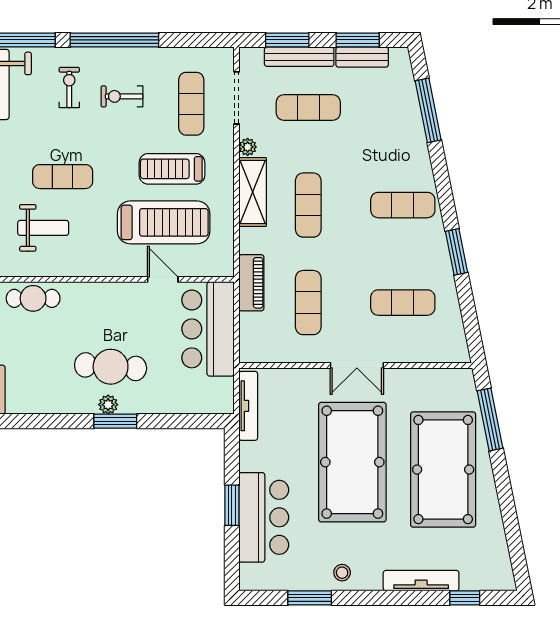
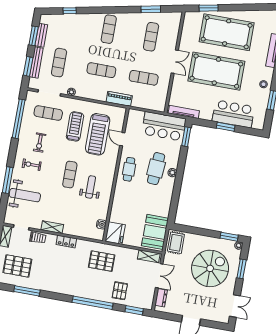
window: (114, 40) -> (19, 119), moved
window: (428, 110) -> (70, 11), width x0.46
treadmill: (172, 169) -> (75, 126), turned 180
shelving: (253, 192) -> (91, 93), removed
treadmill: (164, 222) -> (98, 134), turned 180
window: (456, 252) -> (151, 9), moved
door: (163, 279) -> (122, 139), hinge flipped
piano: (251, 283) -> (119, 99), moved
cafe table: (33, 298) -> (129, 169), moved
bar counter: (208, 329) -> (164, 126), moved
window: (490, 419) -> (209, 8), width x0.69
window: (115, 421) -> (186, 137), moved

